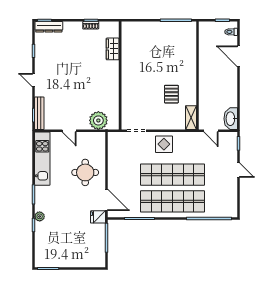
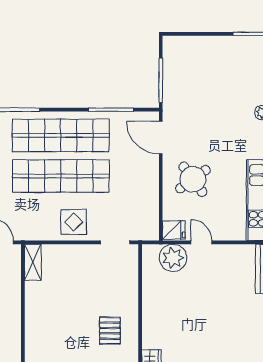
pallet: (171, 94) -> (110, 331), moved
door: (69, 131) -> (201, 242), moved
round table: (85, 172) -> (193, 179), turned -36
fridge: (98, 217) -> (174, 230), moved

